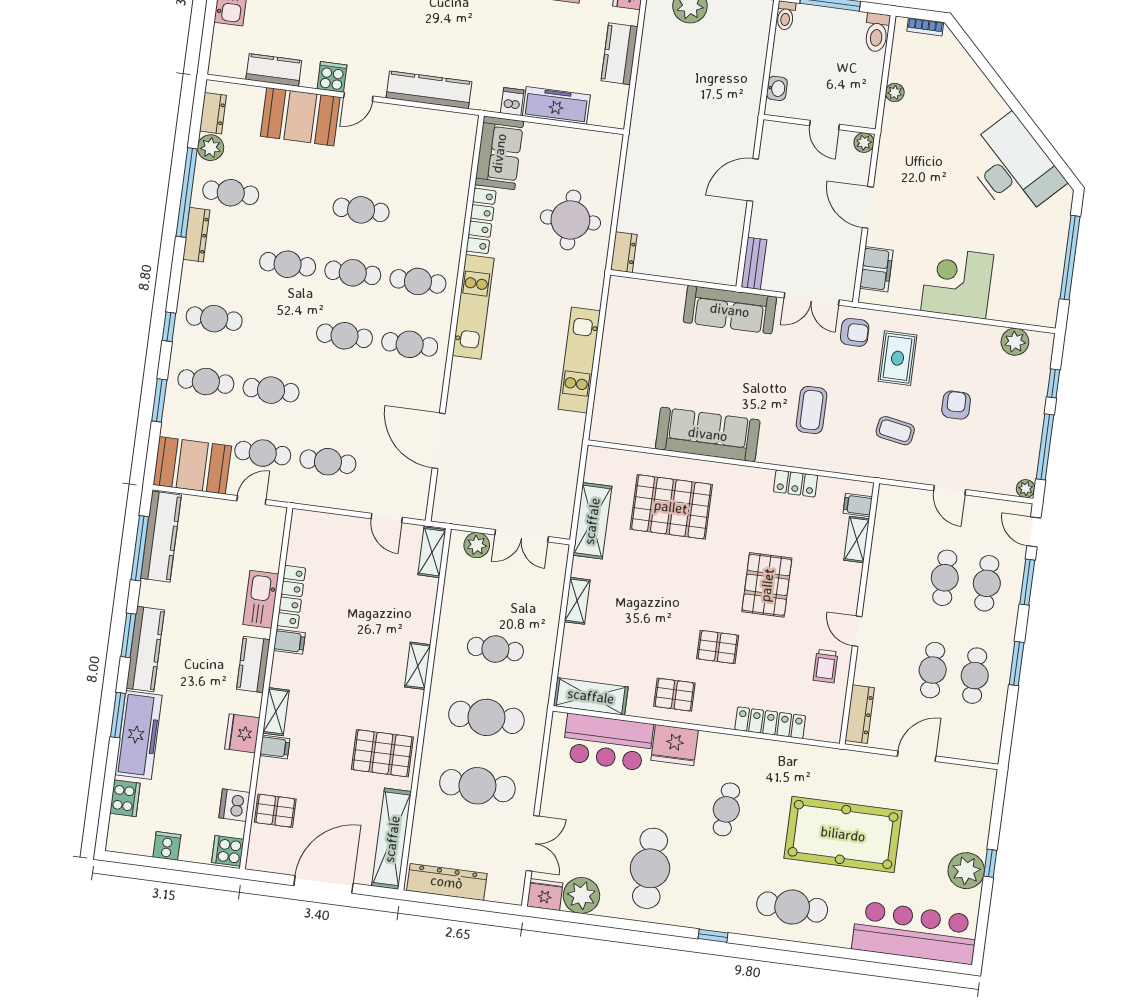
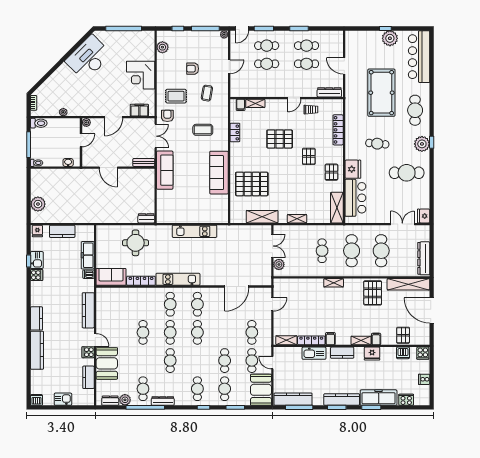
pallet: (671, 507) -> (252, 184), turned 90
shelving: (432, 552) -> (286, 340), moved
plant: (581, 895) -> (422, 144), moved

